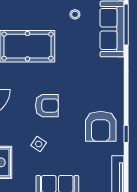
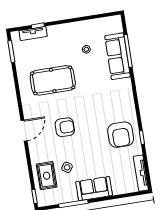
armchair: (47, 106) -> (65, 127), moved
side table: (39, 144) -> (67, 167), moved

